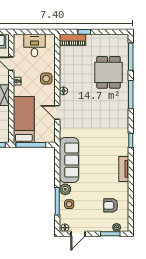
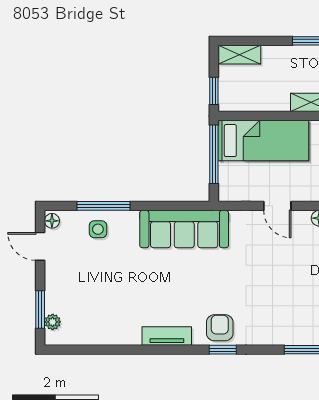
door: (57, 112) -> (277, 206), swing flipped
plant: (65, 189) -> (127, 221), removed
armchair: (111, 205) -> (220, 328), moved

